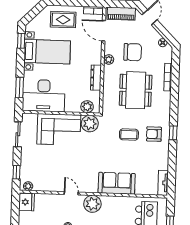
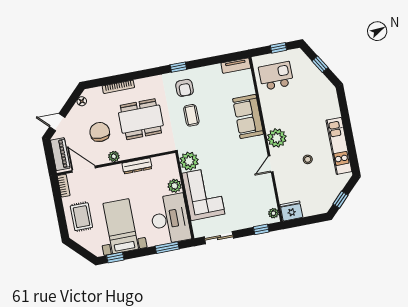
door: (104, 31) -> (84, 169), swing flipped
plant: (87, 107) -> (175, 186), moved

